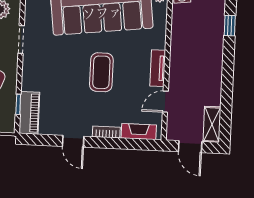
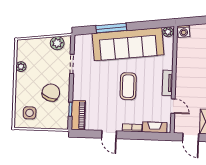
door: (165, 102) -> (173, 106), swing flipped

